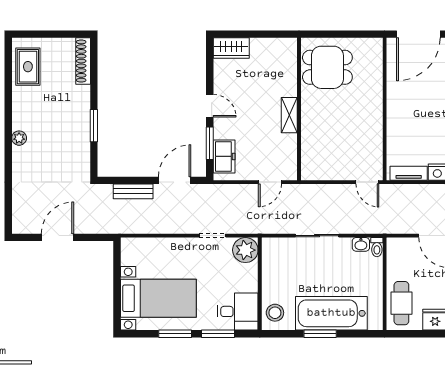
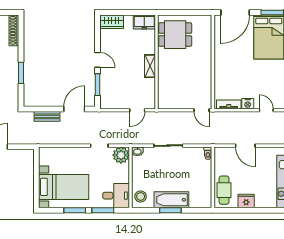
freezer: (224, 156) -> (144, 22), moved, turned 90
washbasin: (361, 244) -> (137, 151), moved
bathtub: (331, 313) -> (171, 200), width x0.73, depth x0.73

